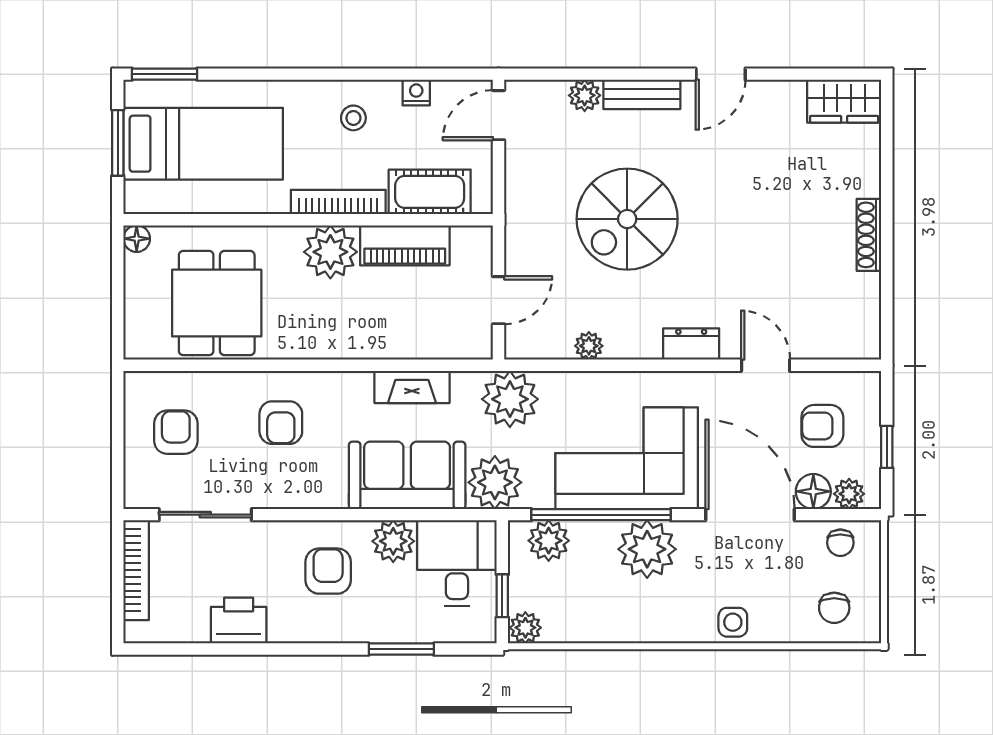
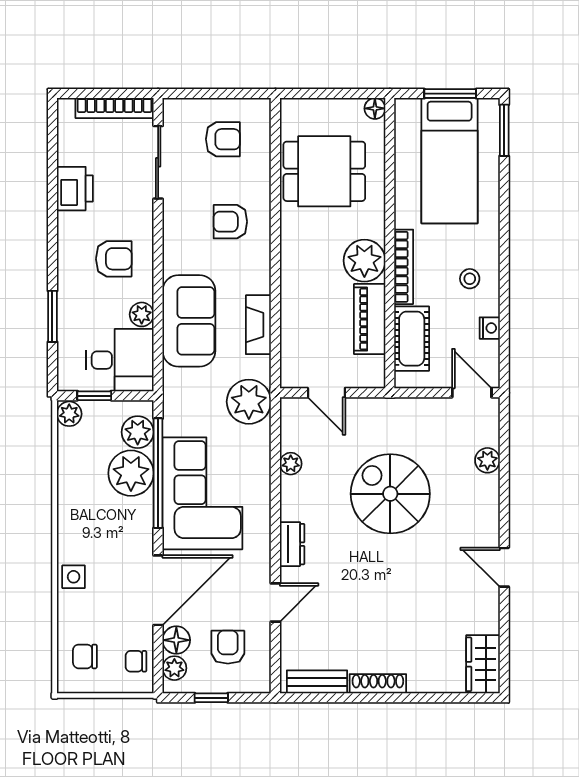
bench: (642, 94) -> (317, 682), moved, turned 90
plant: (495, 482) -> (183, 390), removed
plant: (393, 541) -> (142, 314), width x0.73, depth x0.73
plant: (647, 549) -> (131, 473), moved

